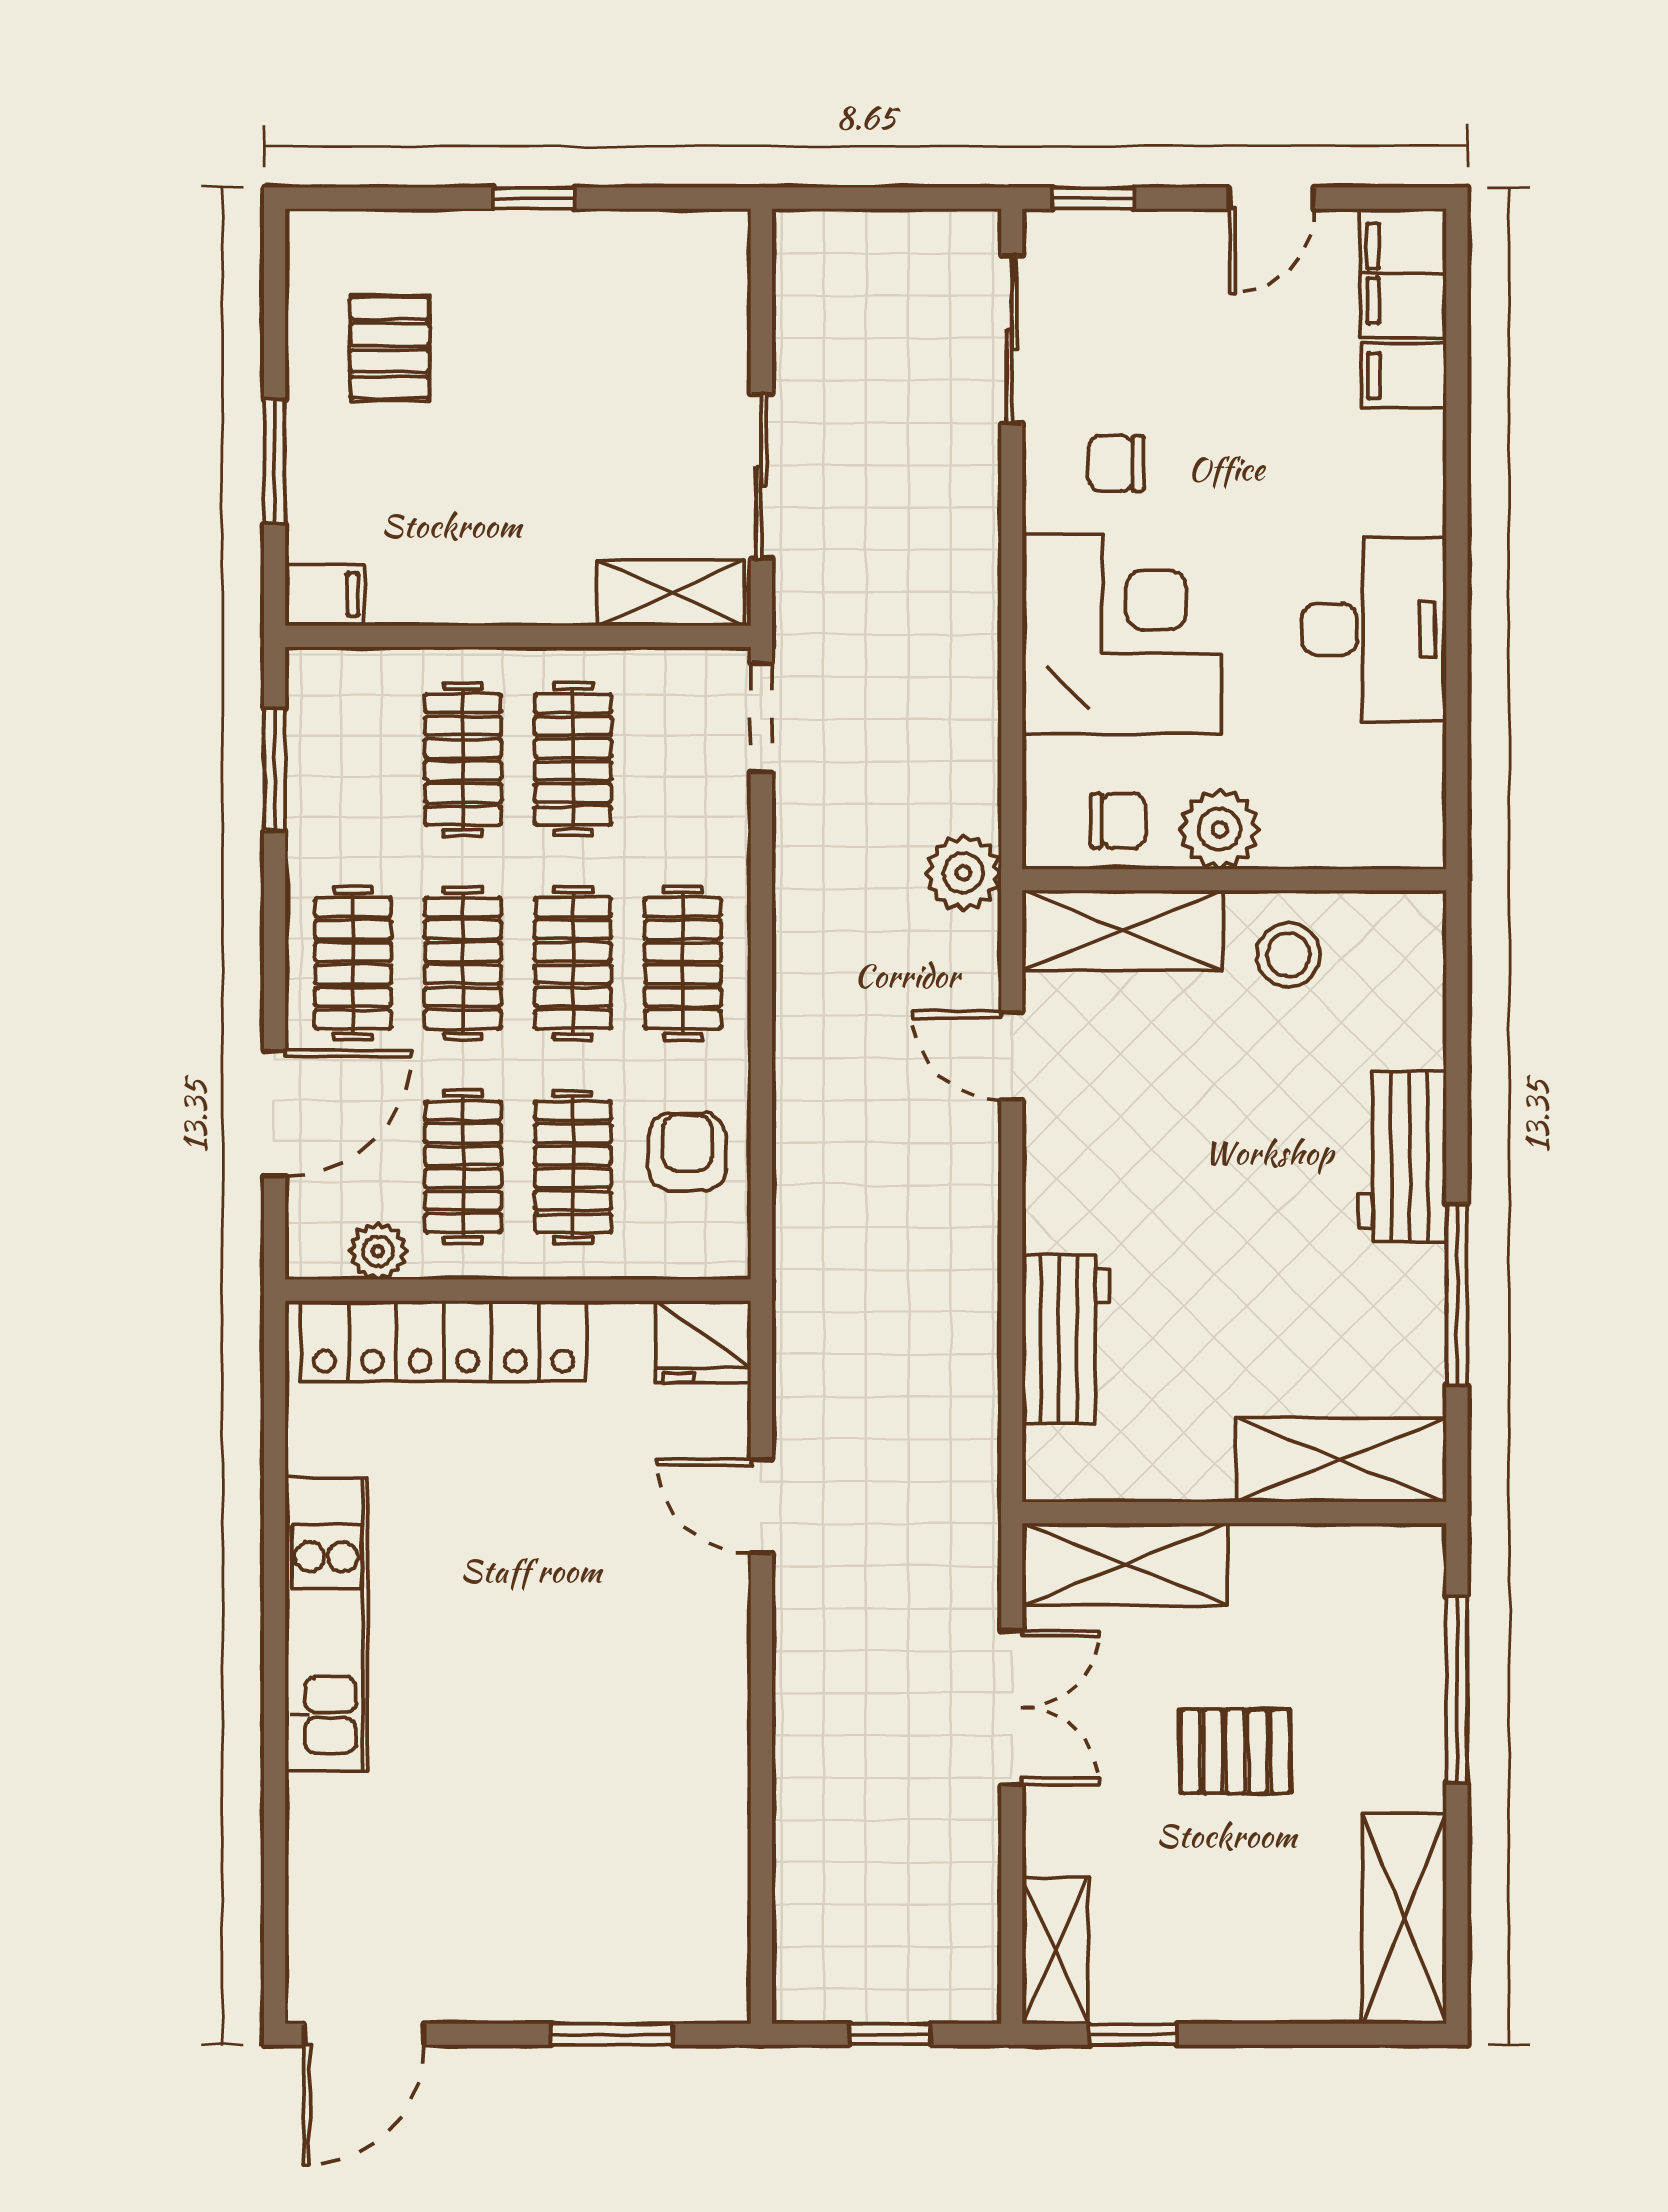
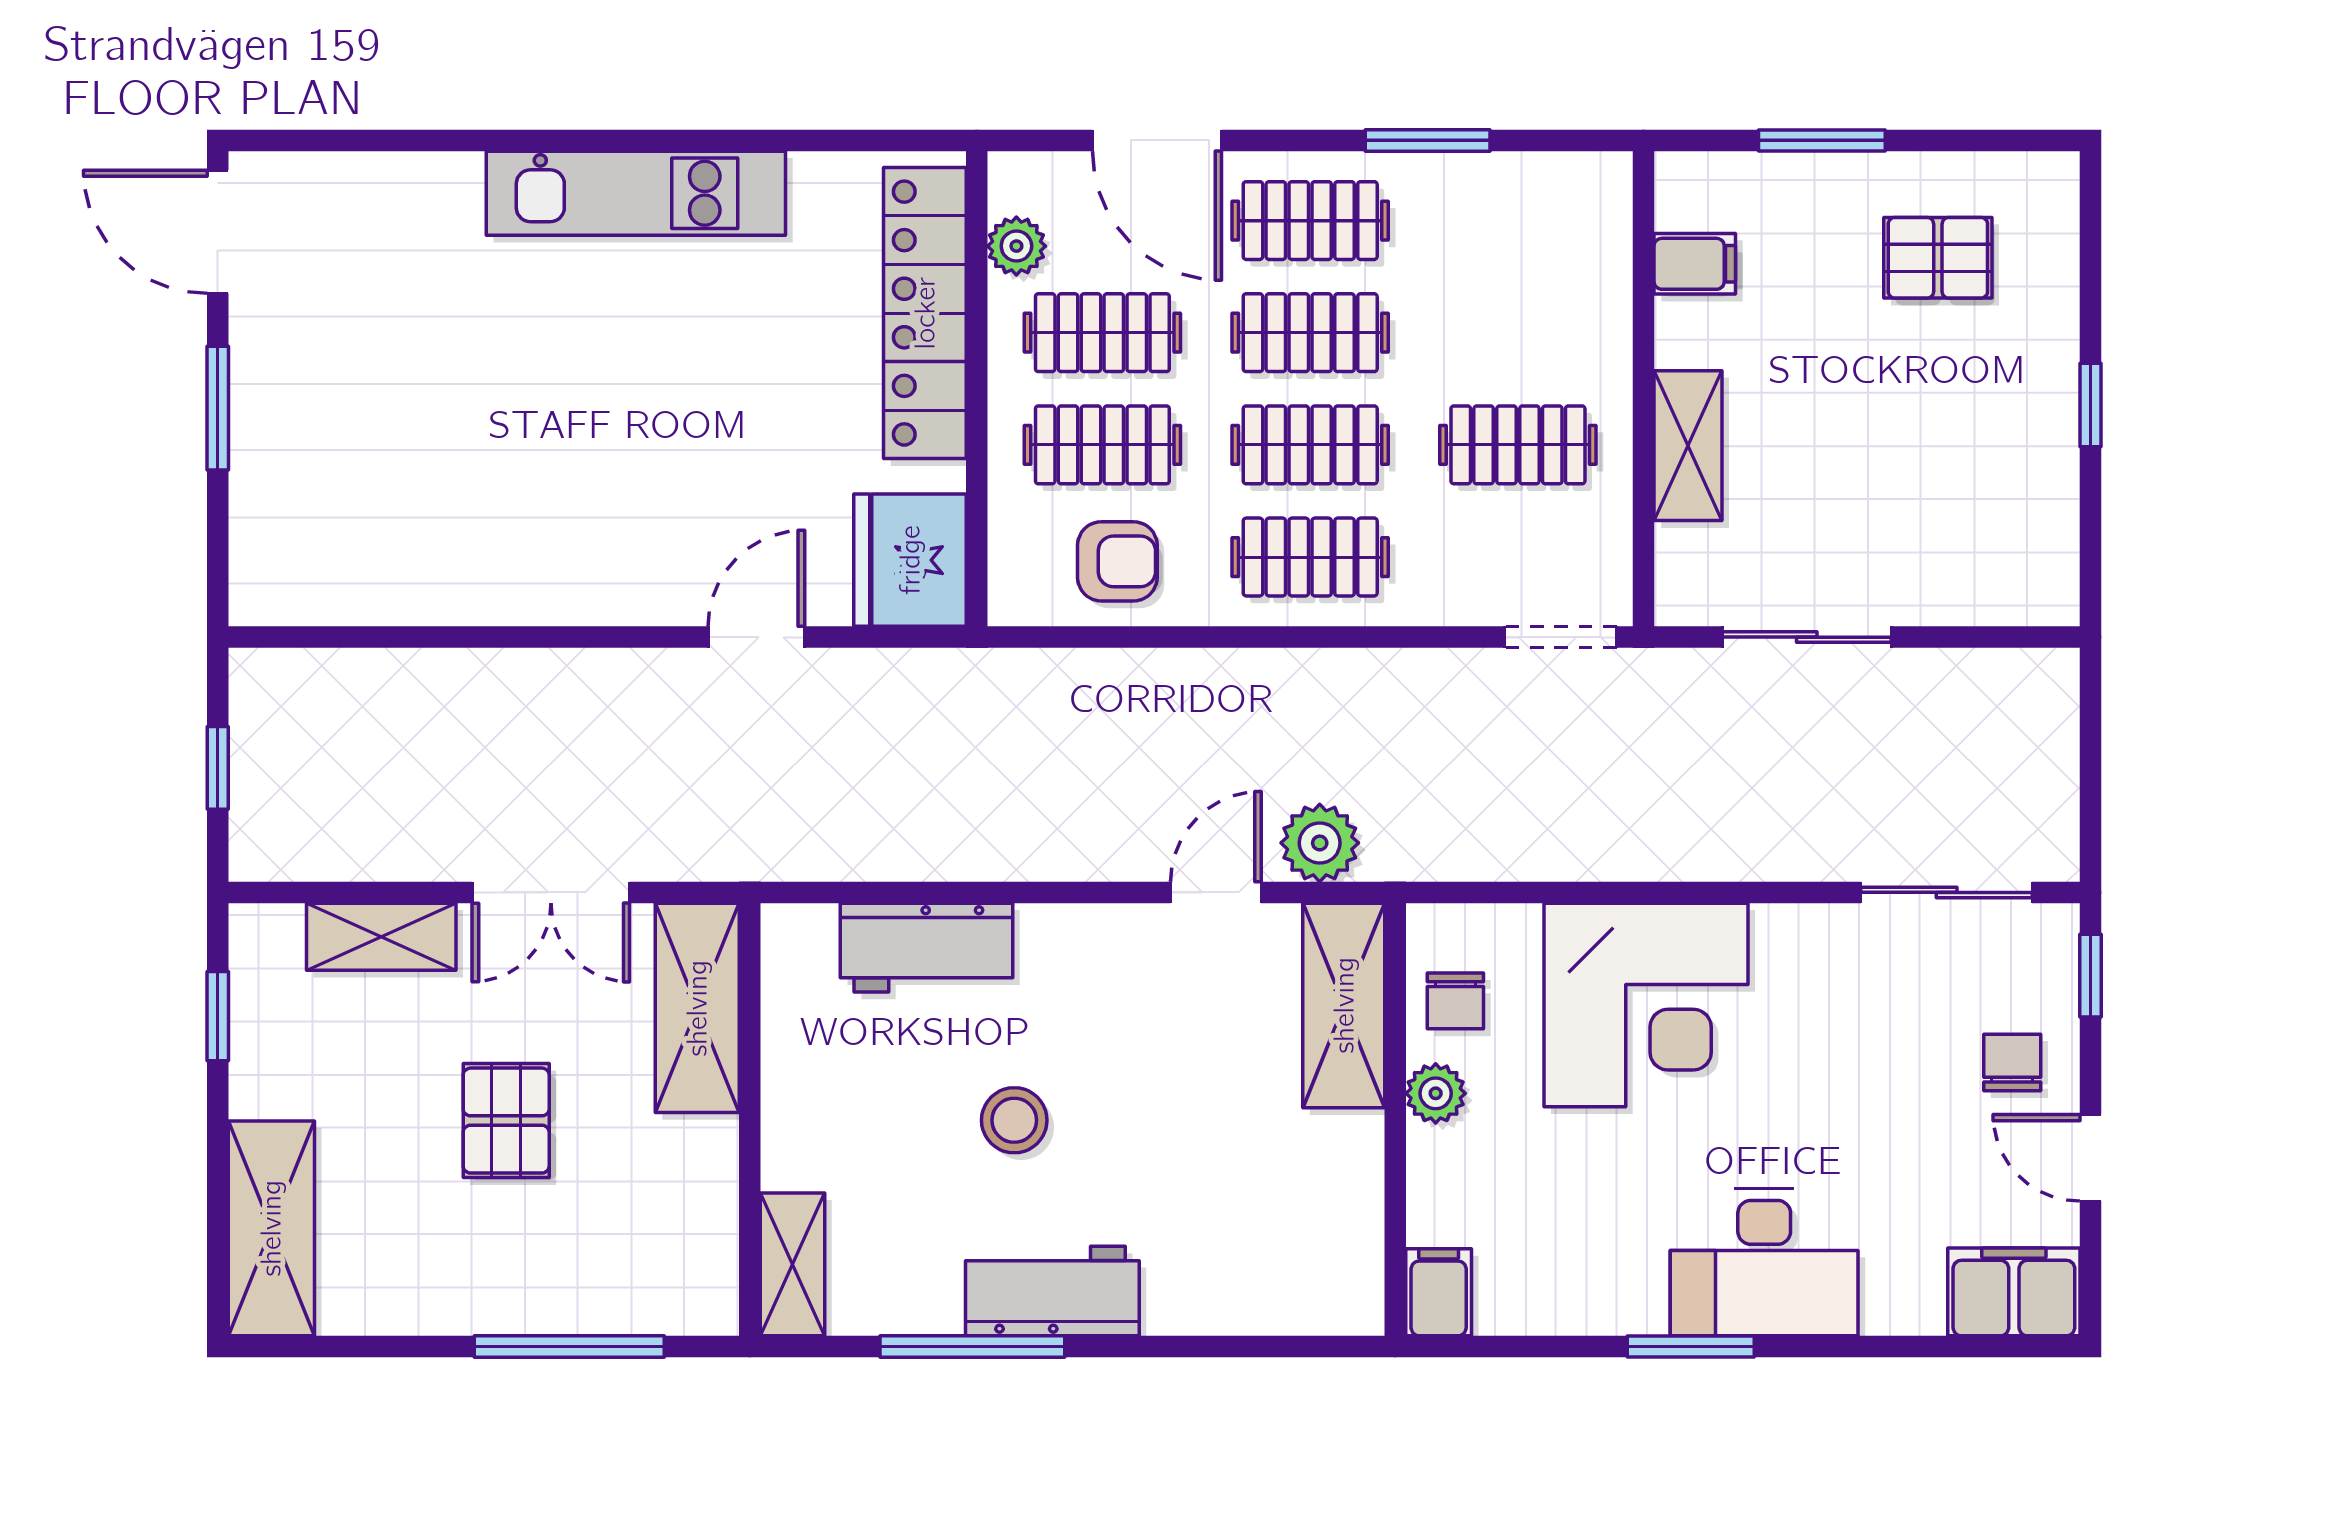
filing cabinet: (1404, 376) -> (1439, 1292), moved
chair: (1116, 464) -> (2012, 1062), moved
window: (1457, 590) -> (1691, 1346), added
shelving: (671, 593) -> (1688, 446), moved
filing cabinet: (325, 594) -> (1695, 264), moved, turned -90
desk: (1374, 629) -> (1764, 1262), moved
clothes rail: (463, 760) -> (1518, 333), removed
window: (275, 770) -> (1428, 140), moved
plant: (1220, 829) -> (1436, 1093), width x0.73, depth x0.73
plant: (963, 873) -> (1320, 843), moved
stool: (1288, 955) -> (1014, 1120), moved
workbench: (1403, 1156) -> (1052, 1291), moved
fridge: (703, 1342) -> (910, 560), width x1.36, depth x1.34
shelving: (1341, 1460) -> (793, 1264), width x0.67, depth x0.75
shelving: (1404, 1918) -> (271, 1228), moved, turned 90
shelving: (1055, 1951) -> (381, 937), moved
window: (612, 2034) -> (218, 408), moved

